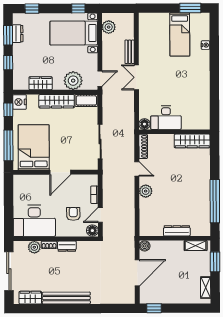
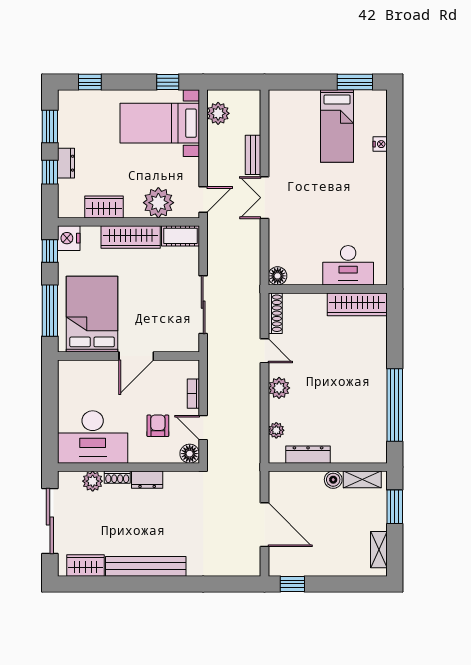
dresser: (18, 34) -> (66, 163), moved
desk: (166, 118) -> (348, 265), moved
door: (100, 215) -> (203, 428), hinge flipped
plant: (144, 216) -> (276, 430), added
dresser: (177, 231) -> (308, 455), moved
boiler: (145, 246) -> (333, 480), moved
door: (137, 273) -> (264, 525), hinge flipped

